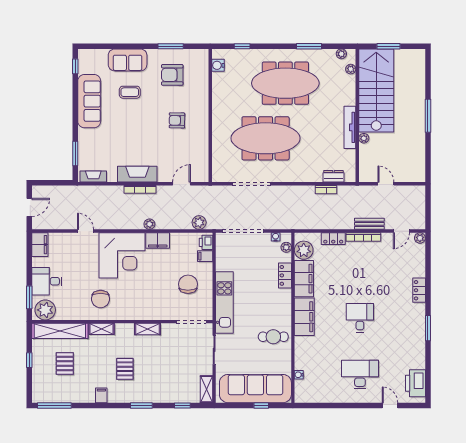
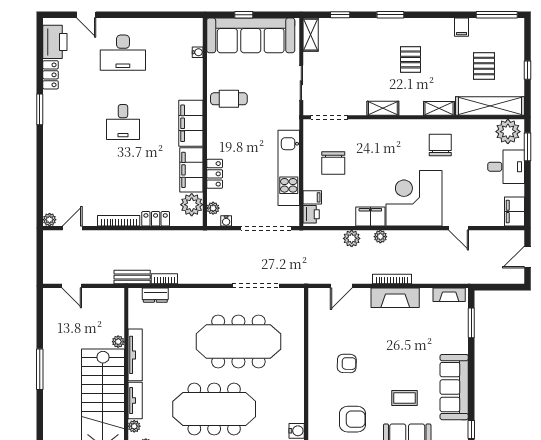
tv unit: (350, 90) -> (135, 401), added
door: (386, 184) -> (72, 286), moved
plant: (199, 223) -> (352, 238), moved
bench: (369, 224) -> (132, 277), moved
locker: (419, 290) -> (51, 75), moved
kitchen unit: (224, 303) -> (289, 168), moved
filing cabinet: (101, 395) -> (462, 27), moved

